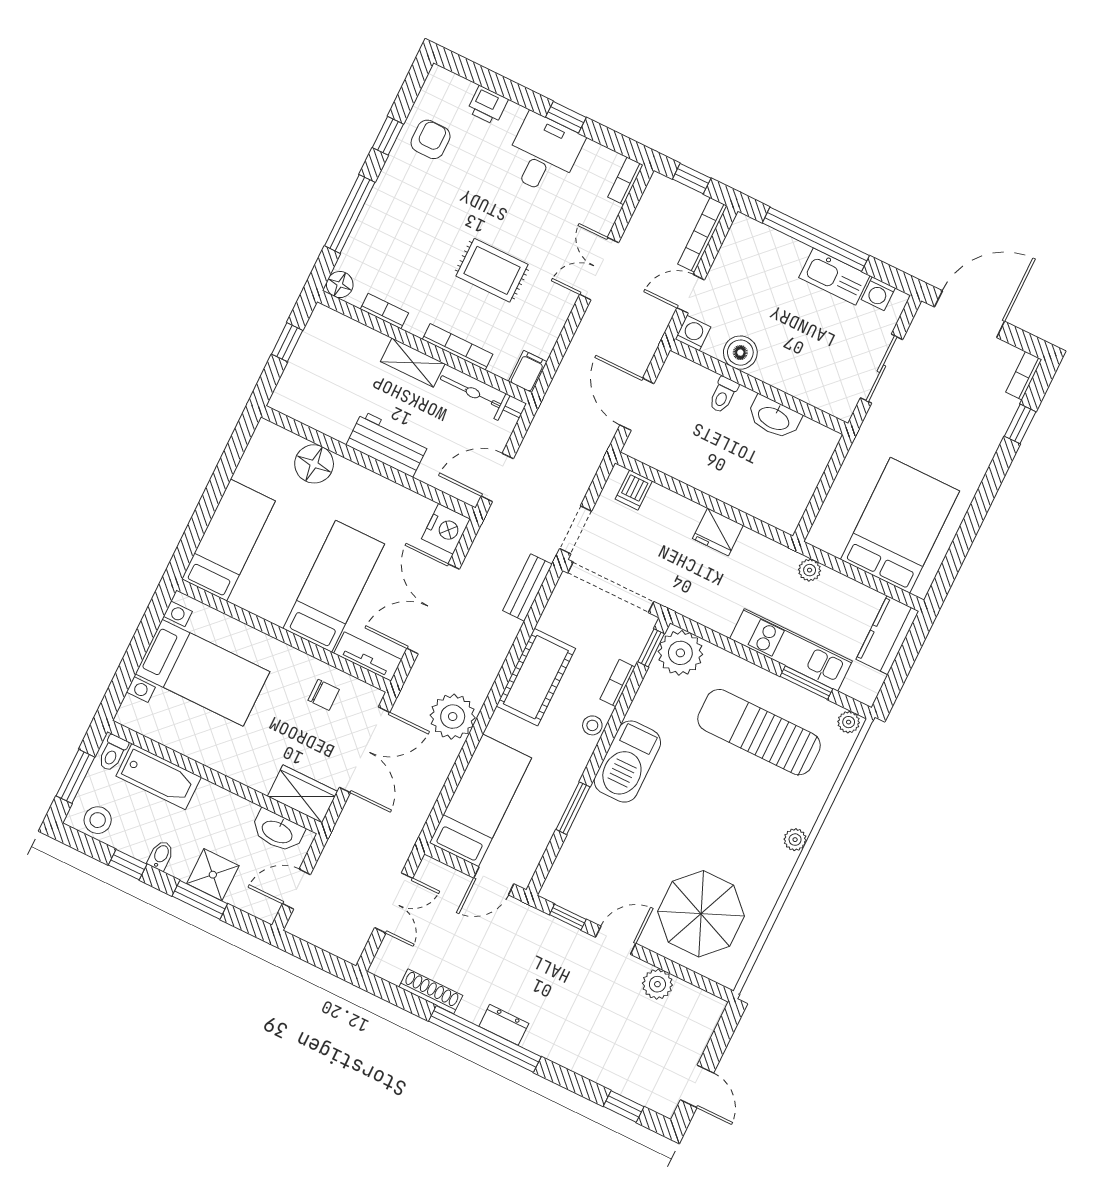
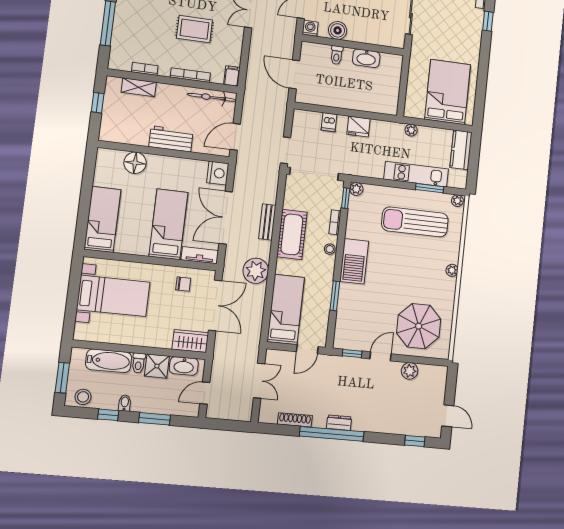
floor lamp: (340, 285) -> (116, 63), removed
shelving: (413, 363) -> (139, 87), moved
dishwasher: (634, 490) -> (329, 122), moved
bench: (527, 587) -> (267, 222), moved
plant: (680, 653) -> (356, 189), width x0.53, depth x0.53
toilet: (113, 753) -> (138, 363), moved
shower: (213, 875) -> (157, 366), moved

